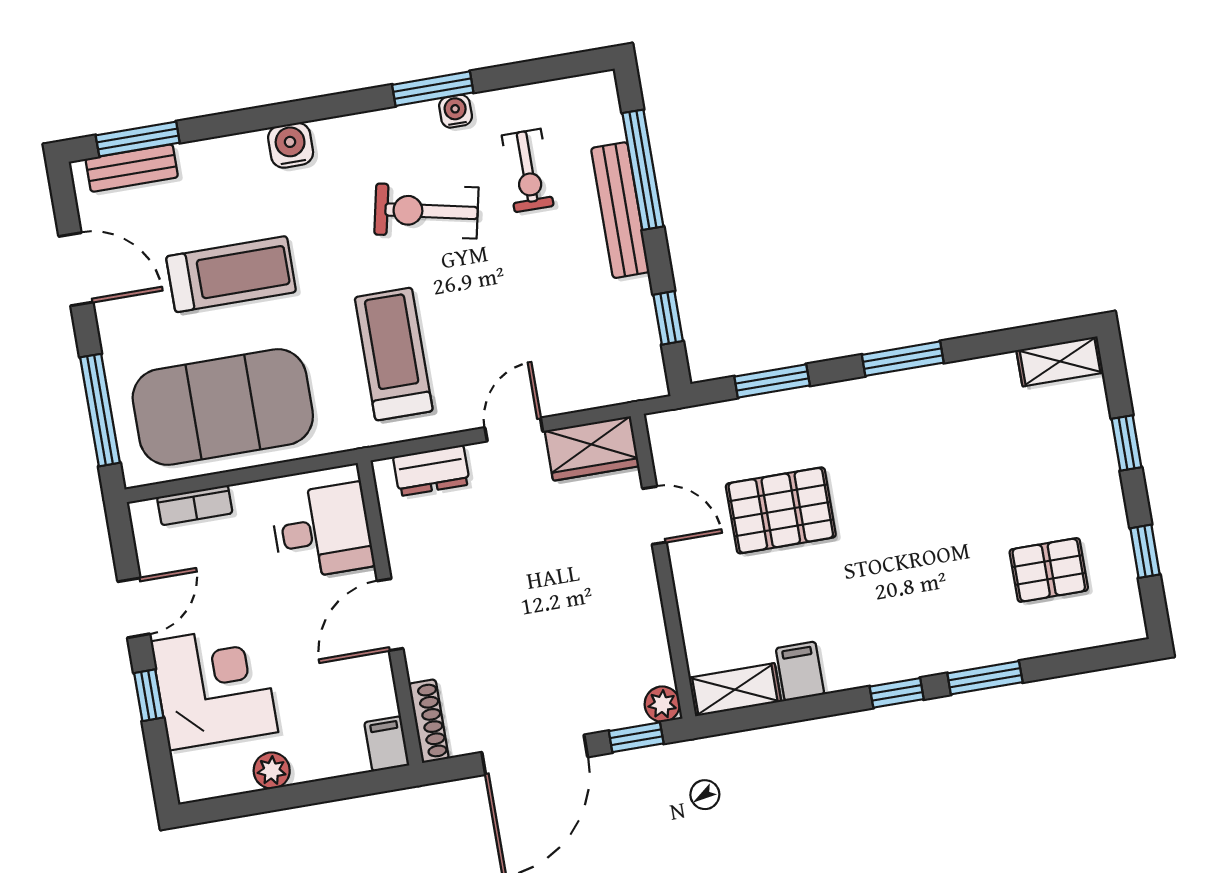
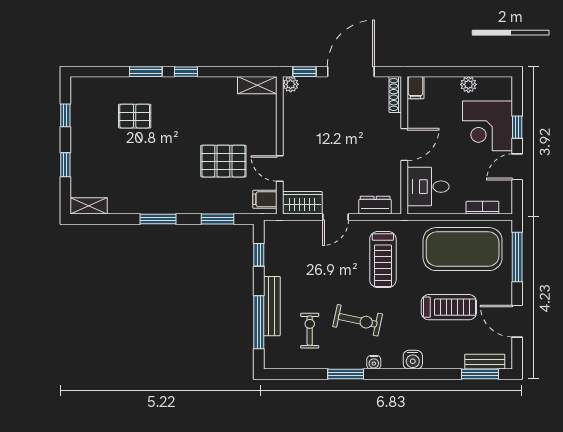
water cooler: (456, 111) -> (374, 362), moved
treadmill: (231, 274) -> (449, 307), turned 180
pallet: (1049, 570) -> (135, 116), moved
filing cabinet: (800, 671) -> (265, 199), moved, turned 90

